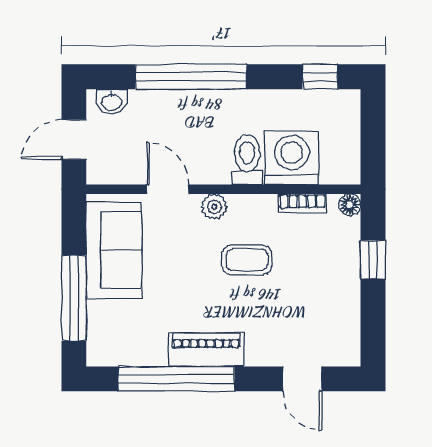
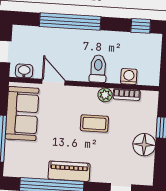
washbasin: (112, 102) -> (24, 71), moved, turned 180
washing machine: (292, 158) -> (129, 77), width x0.53, depth x0.53
floor lamp: (350, 205) -> (144, 145), moved, width x1.89, depth x1.89
plant: (214, 207) -> (105, 95), moved

